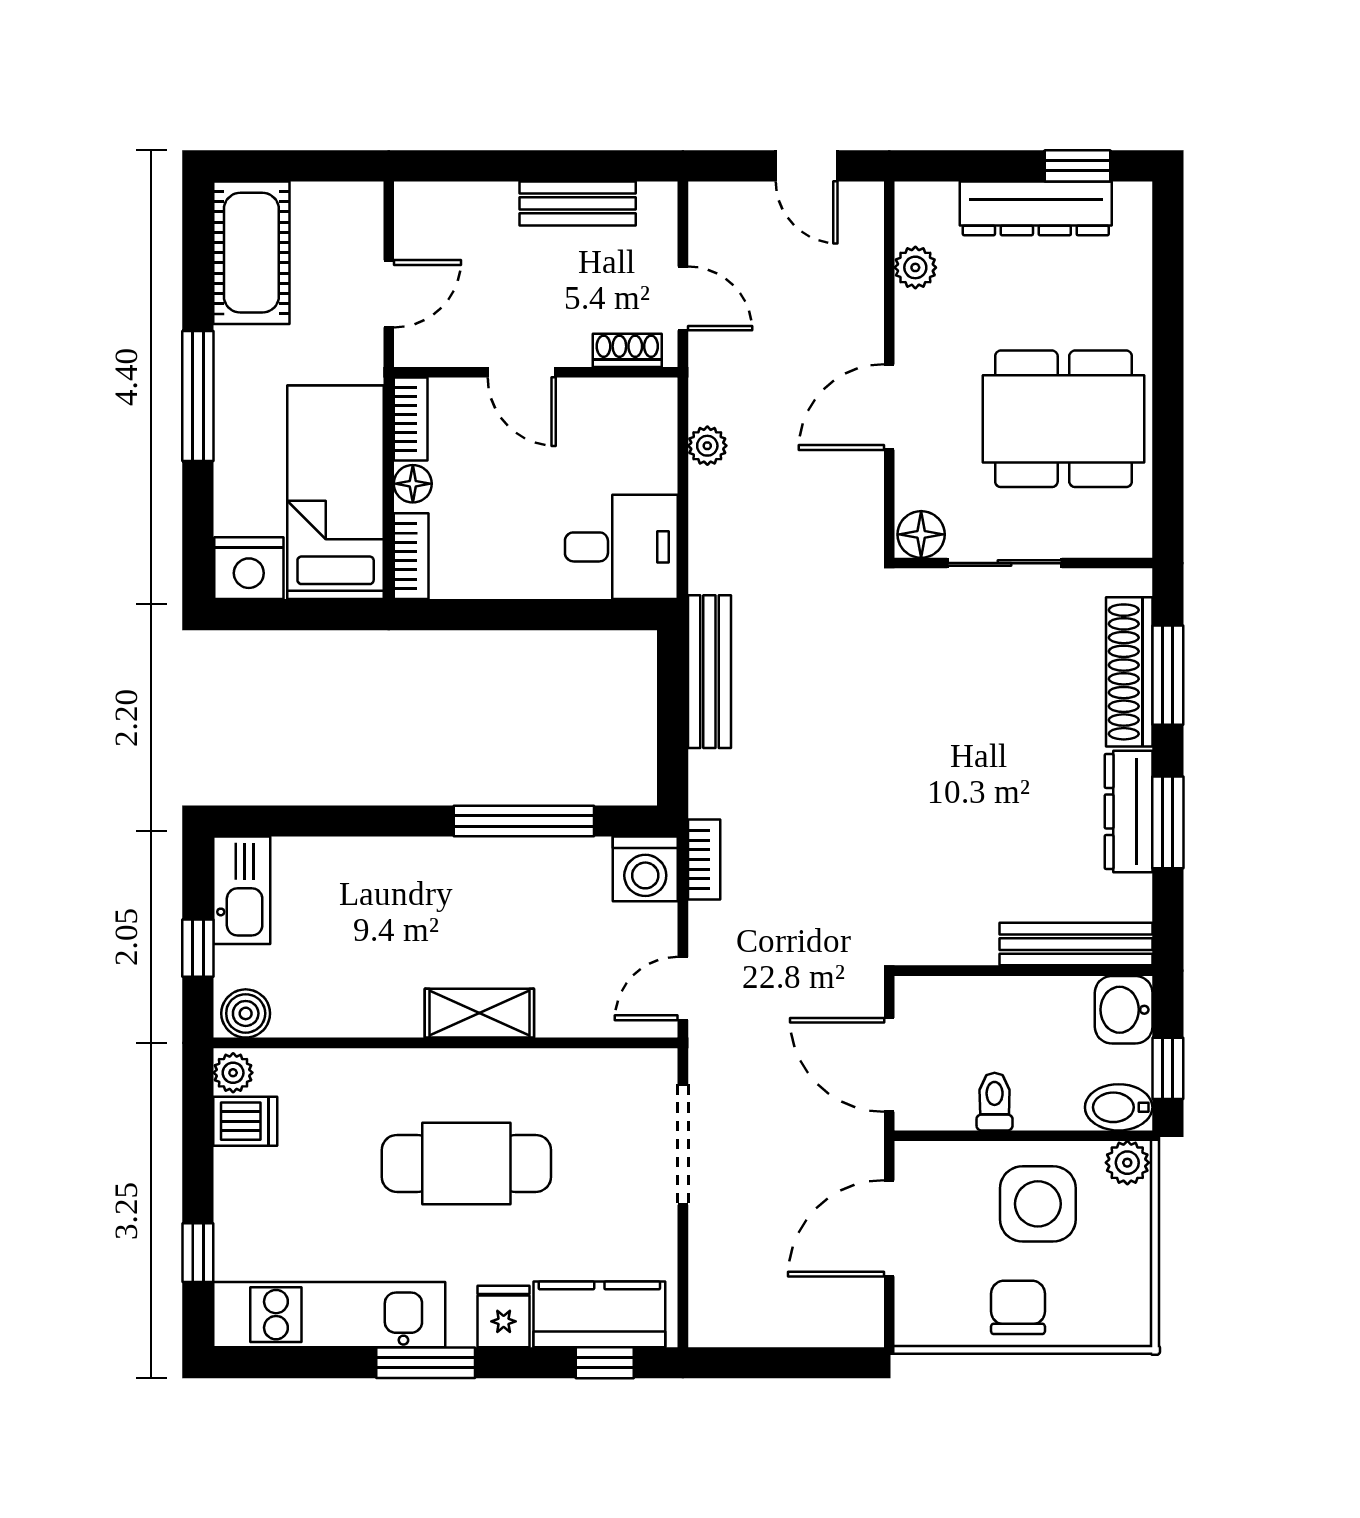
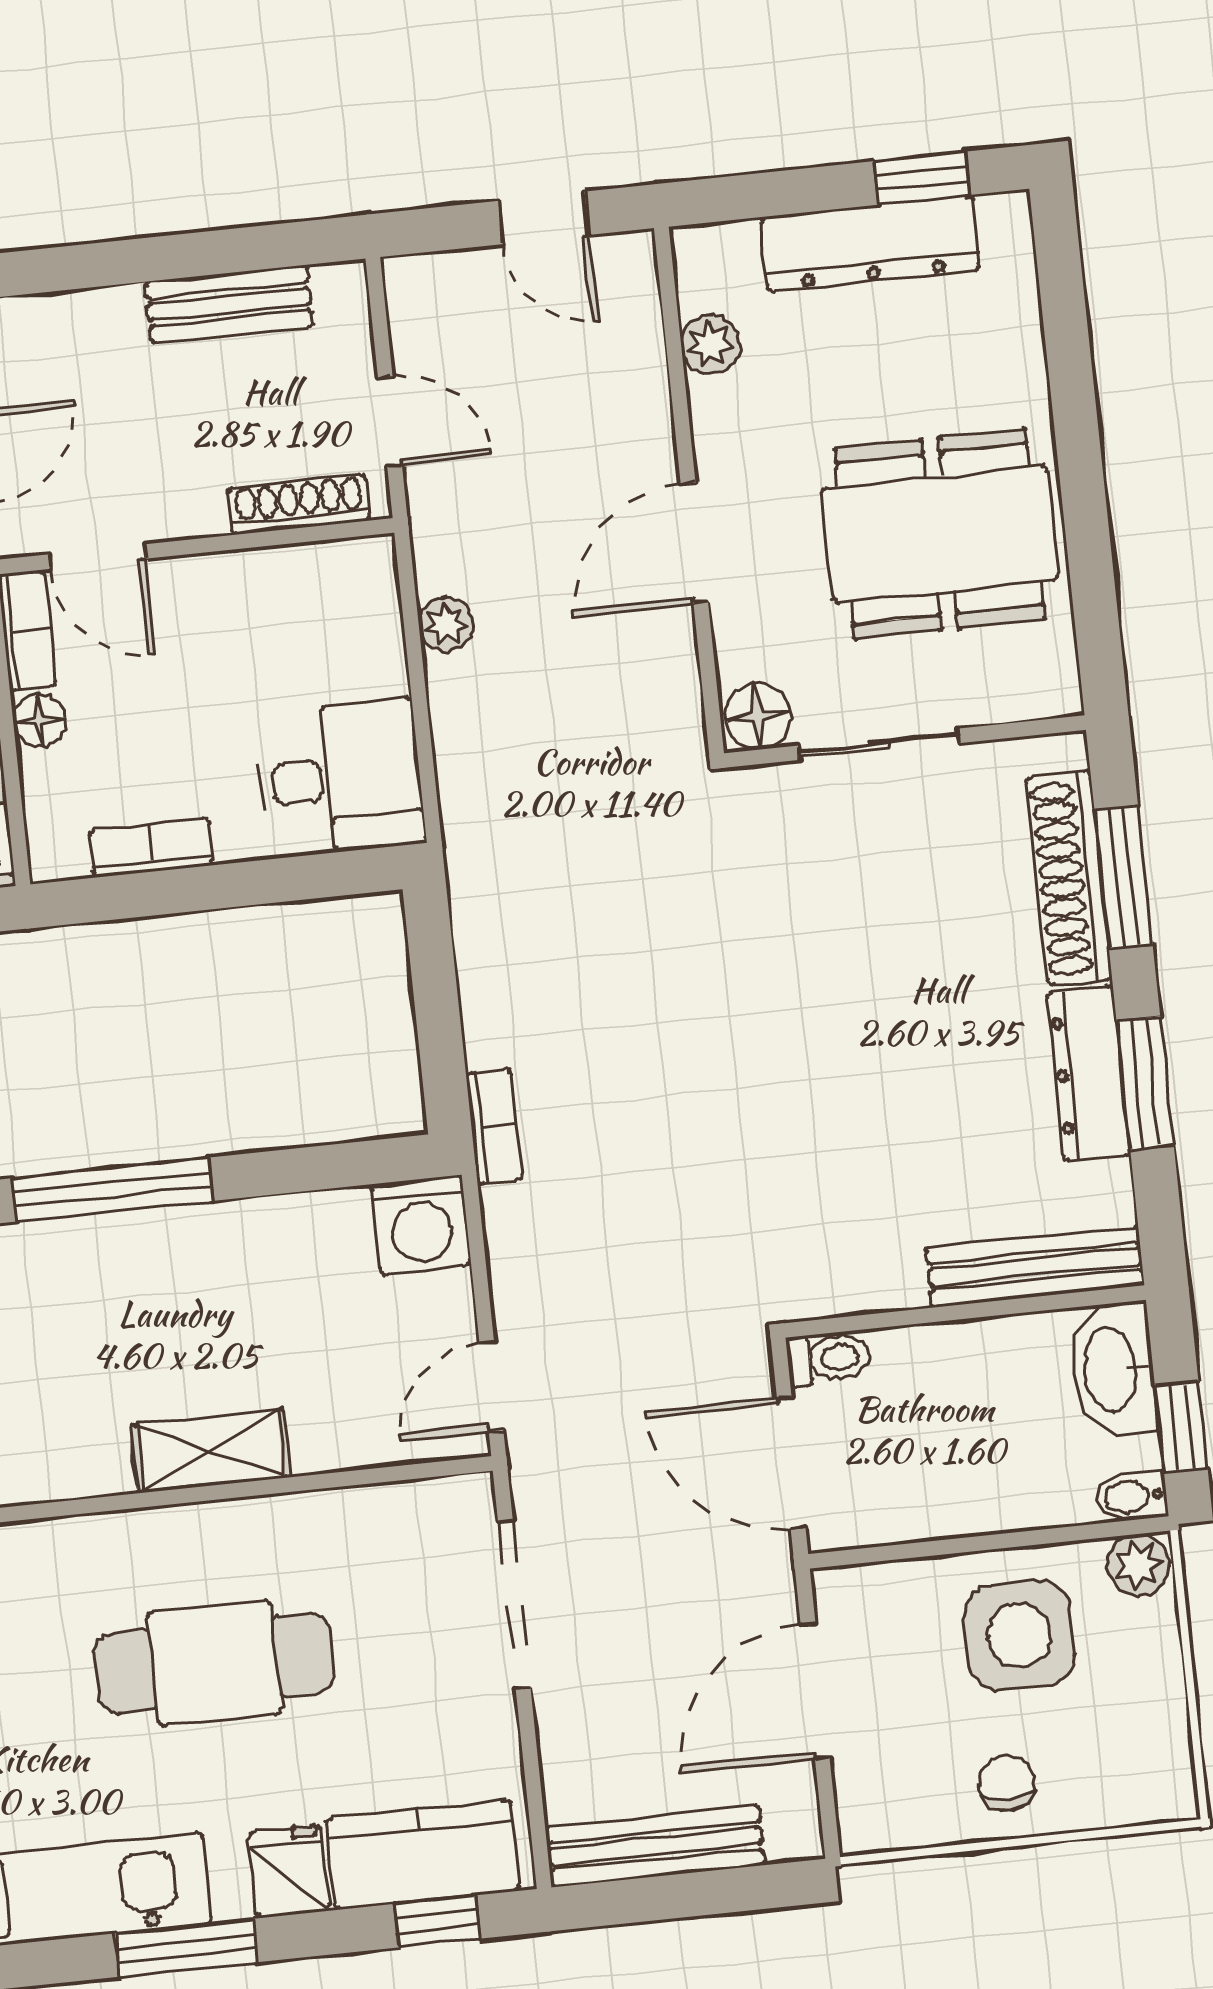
shoe rack: (627, 350) -> (299, 504), width x1.43
door: (522, 372) -> (97, 557), moved
bookcase: (411, 556) -> (151, 848), moved, turned -90
bench: (709, 672) -> (655, 1846), moved, turned 90
window: (524, 821) -> (113, 1190), moved
bookcase: (704, 859) -> (494, 1126), moved
washbasin: (1124, 1010) -> (1113, 1370), width x1.38
toilet: (995, 1102) -> (829, 1358), moved, turned 90
bidet: (1119, 1107) -> (1132, 1496), width x0.72, depth x0.74
chair: (1018, 1307) -> (1007, 1783), width x0.73, depth x0.73

